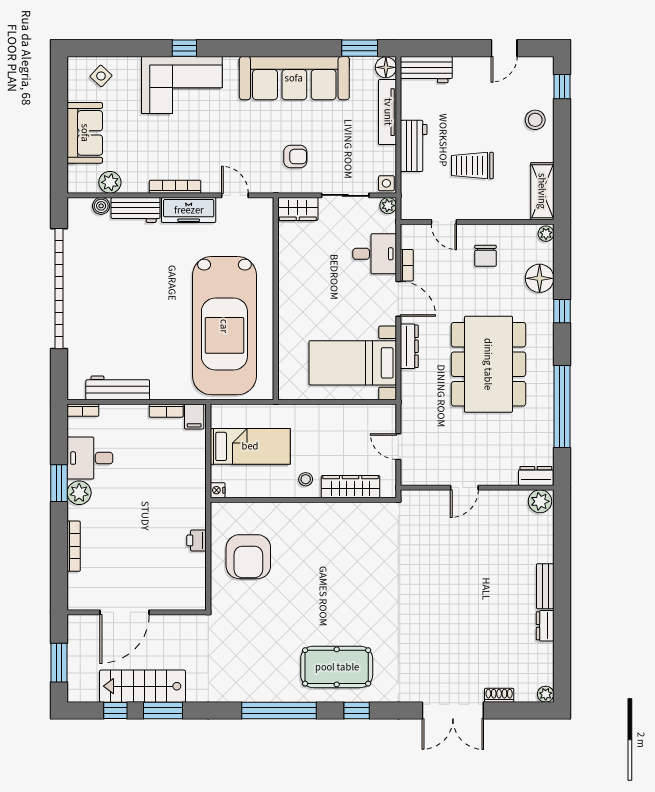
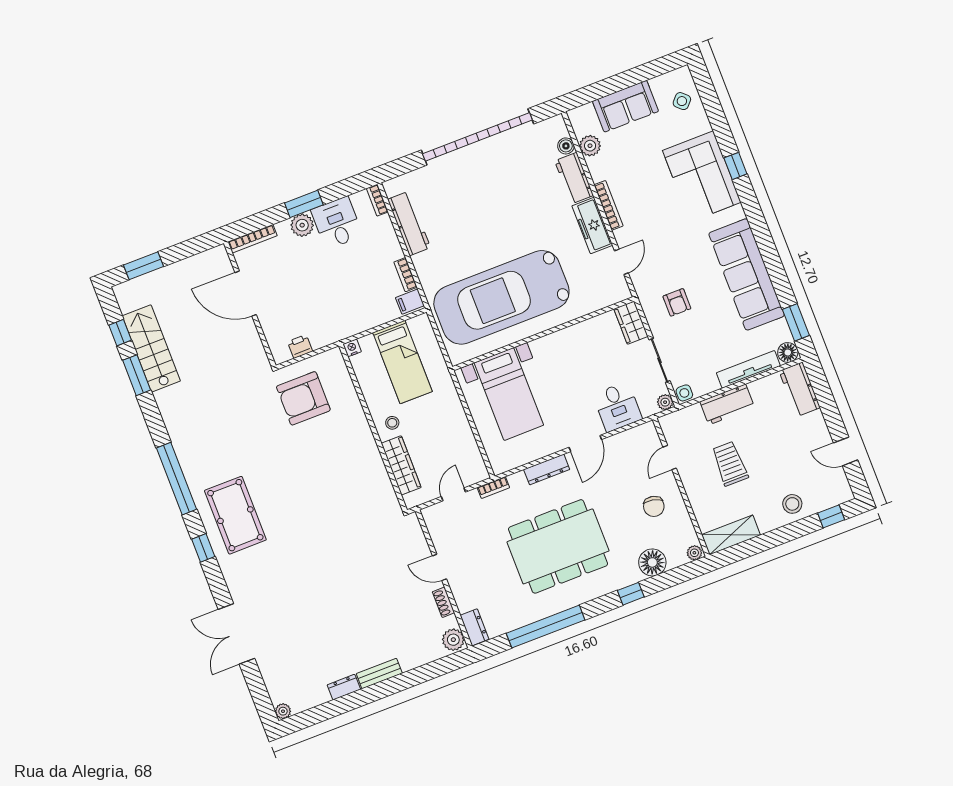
chair: (486, 256) -> (654, 506), turned -78
bookcase: (407, 265) -> (493, 488), moved
bed with nightstands: (353, 363) -> (509, 394), moved, turned 180
door: (125, 612) -> (246, 294), moved
wall: (137, 612) -> (250, 304), moved
shoe rack: (499, 695) -> (444, 602), moved, turned 180

